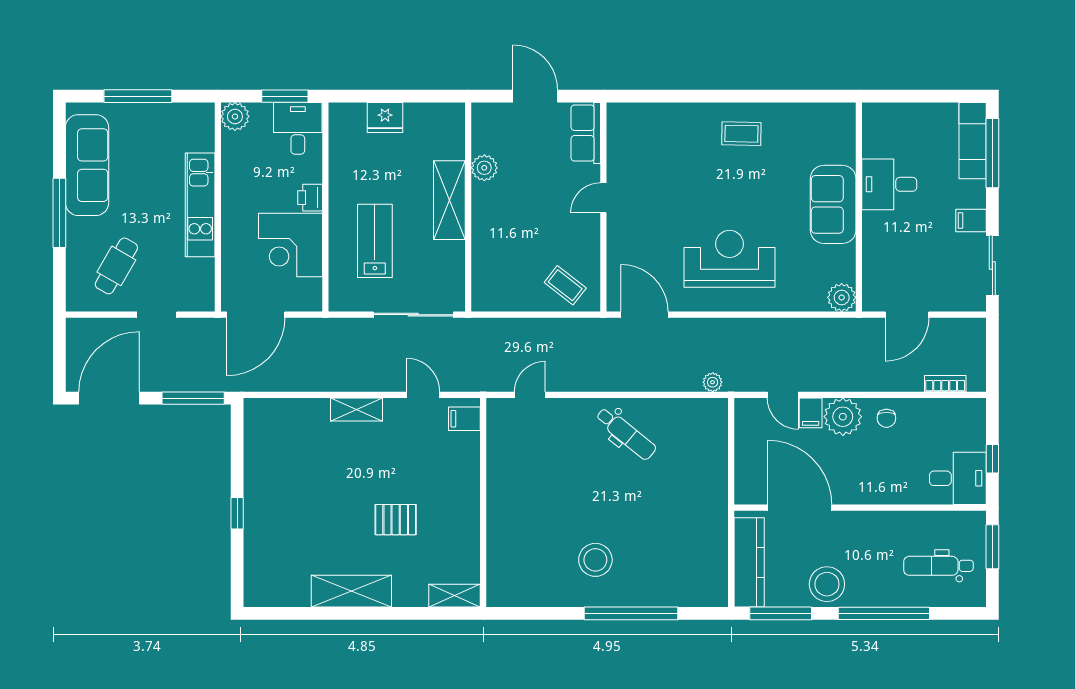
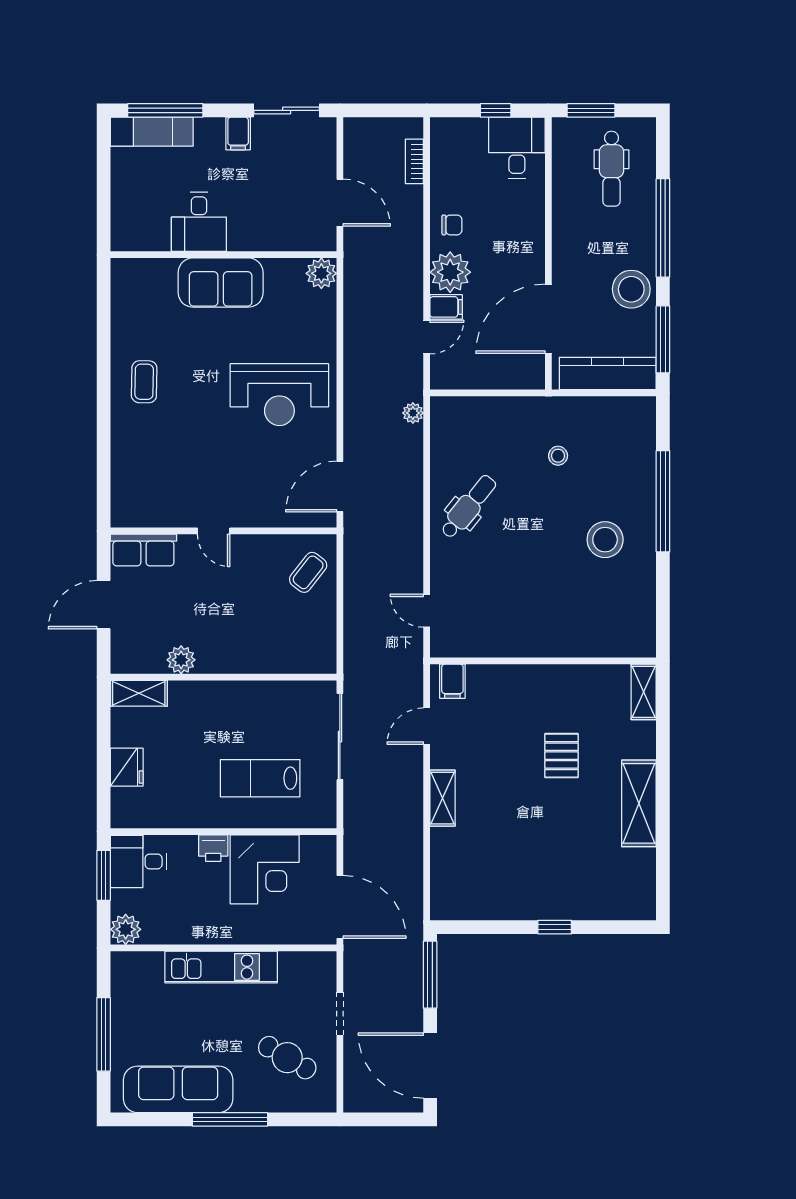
shelving: (449, 200) -> (139, 693), moved, width x0.67, depth x0.75
reception desk: (730, 259) -> (279, 395), turned -90
stool: (673, 516) -> (558, 456), added

